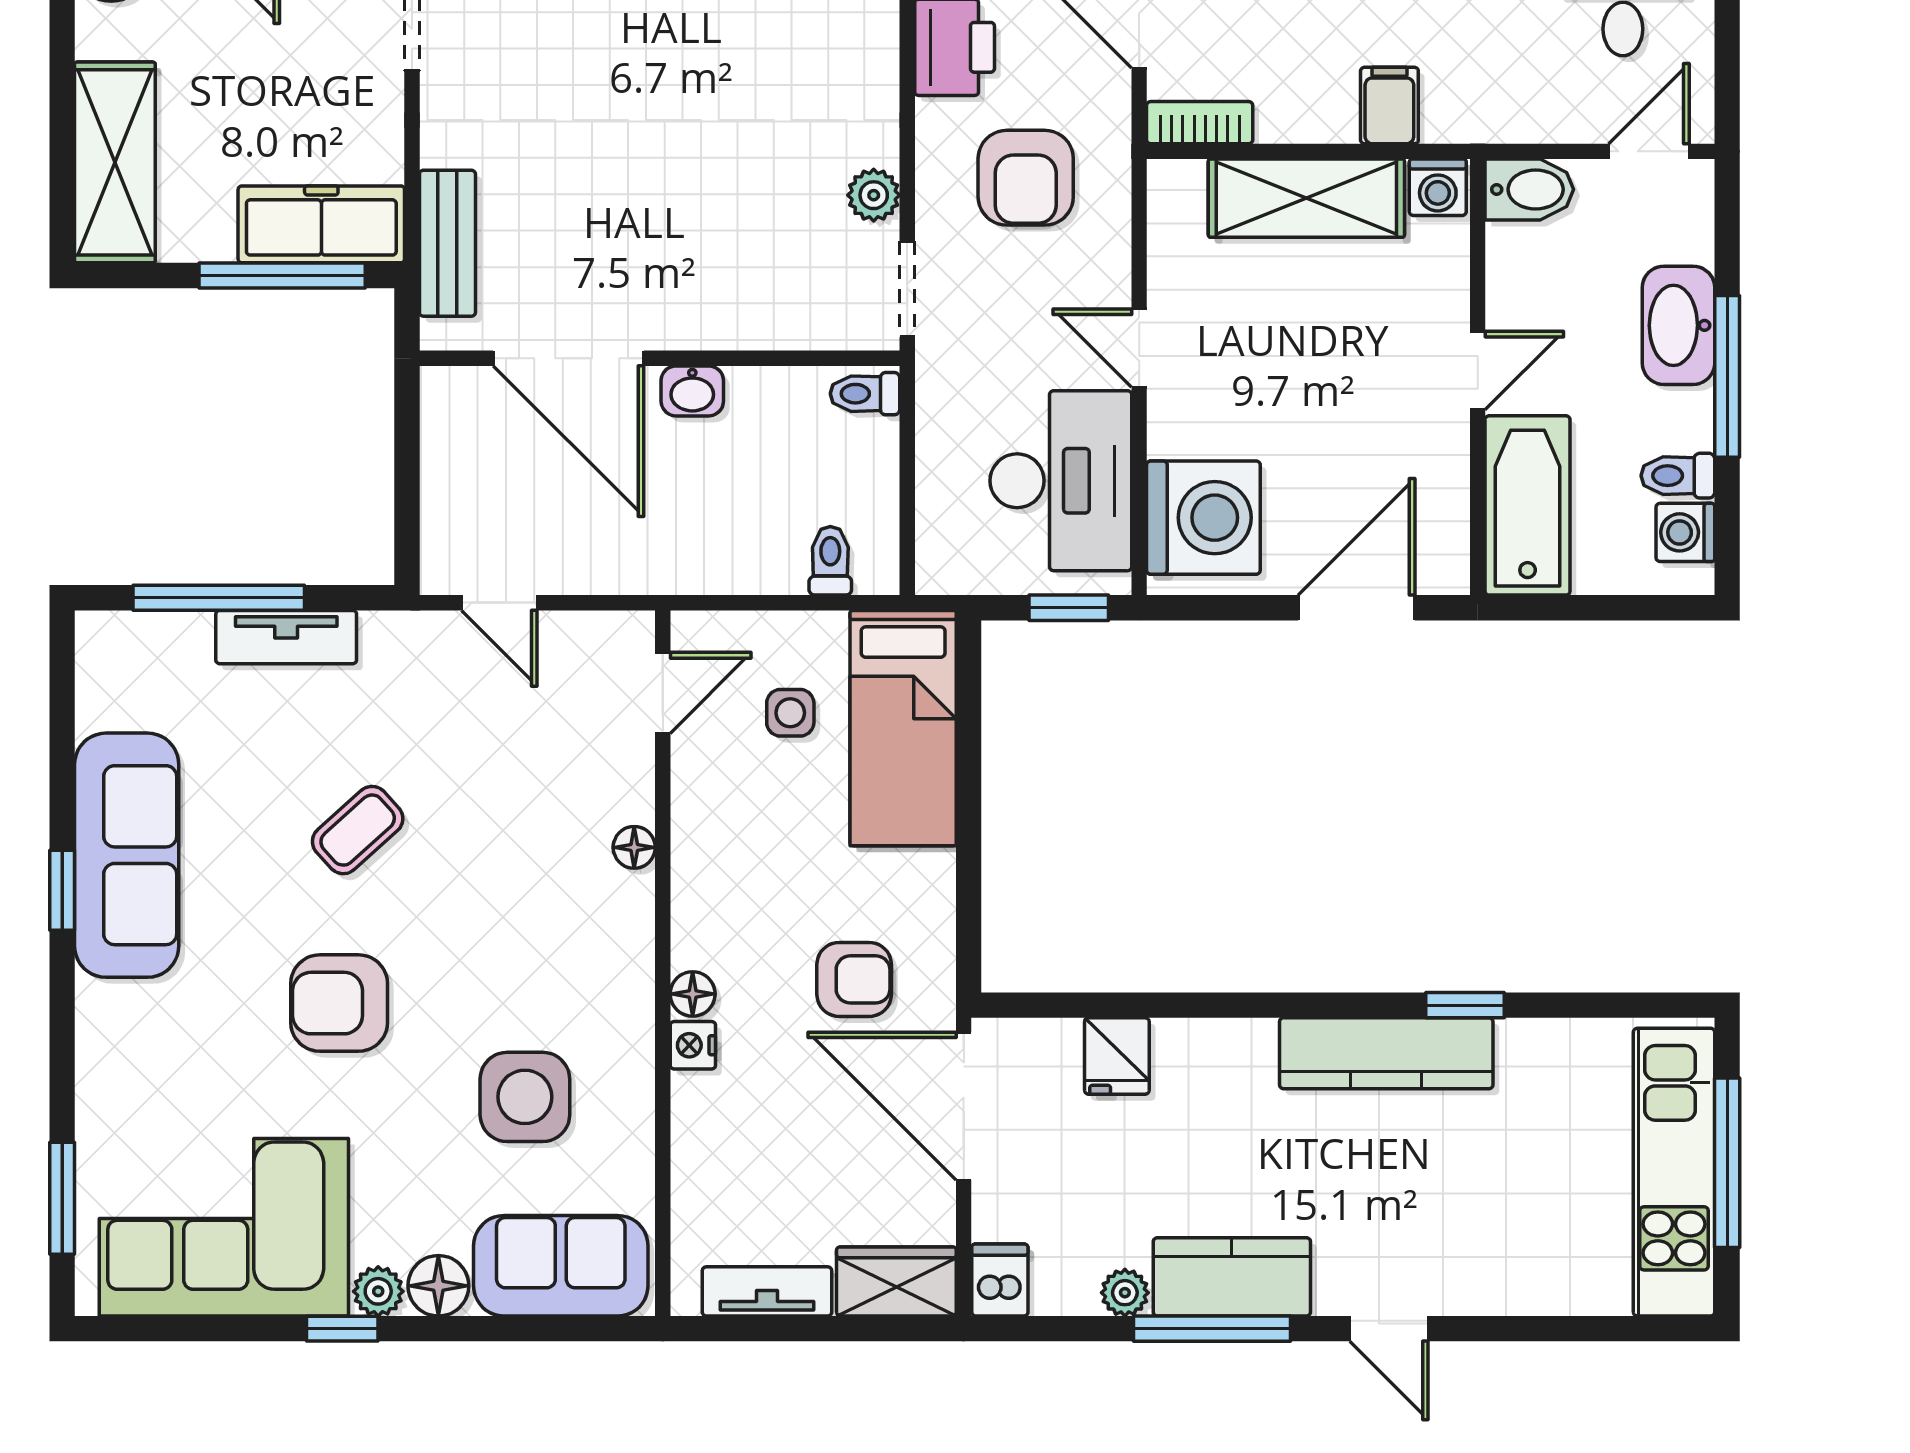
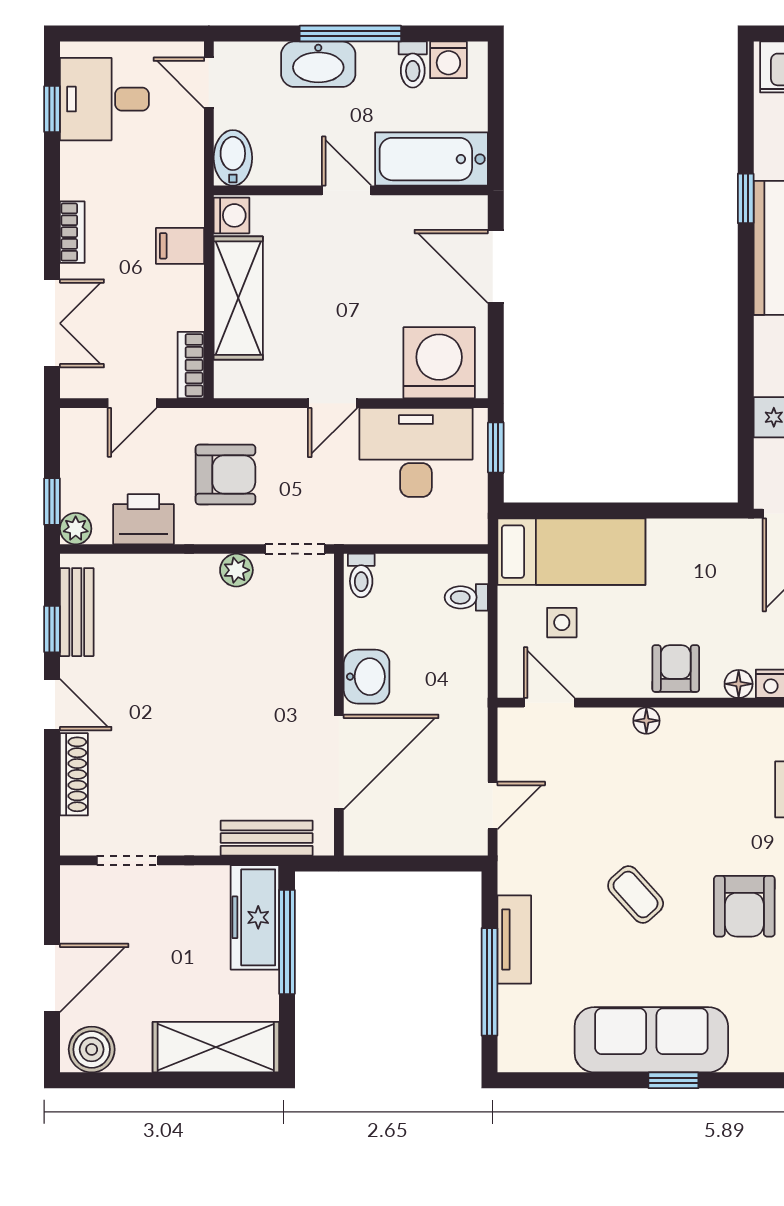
washbasin: (692, 391) -> (367, 677), width x1.38, depth x1.45
armchair: (854, 979) -> (676, 669), moved

